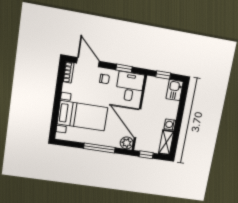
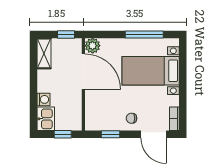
desk: (130, 87) -> (100, 114), removed
washing machine: (170, 125) -> (43, 99), moved
window: (99, 148) -> (144, 34), moved

